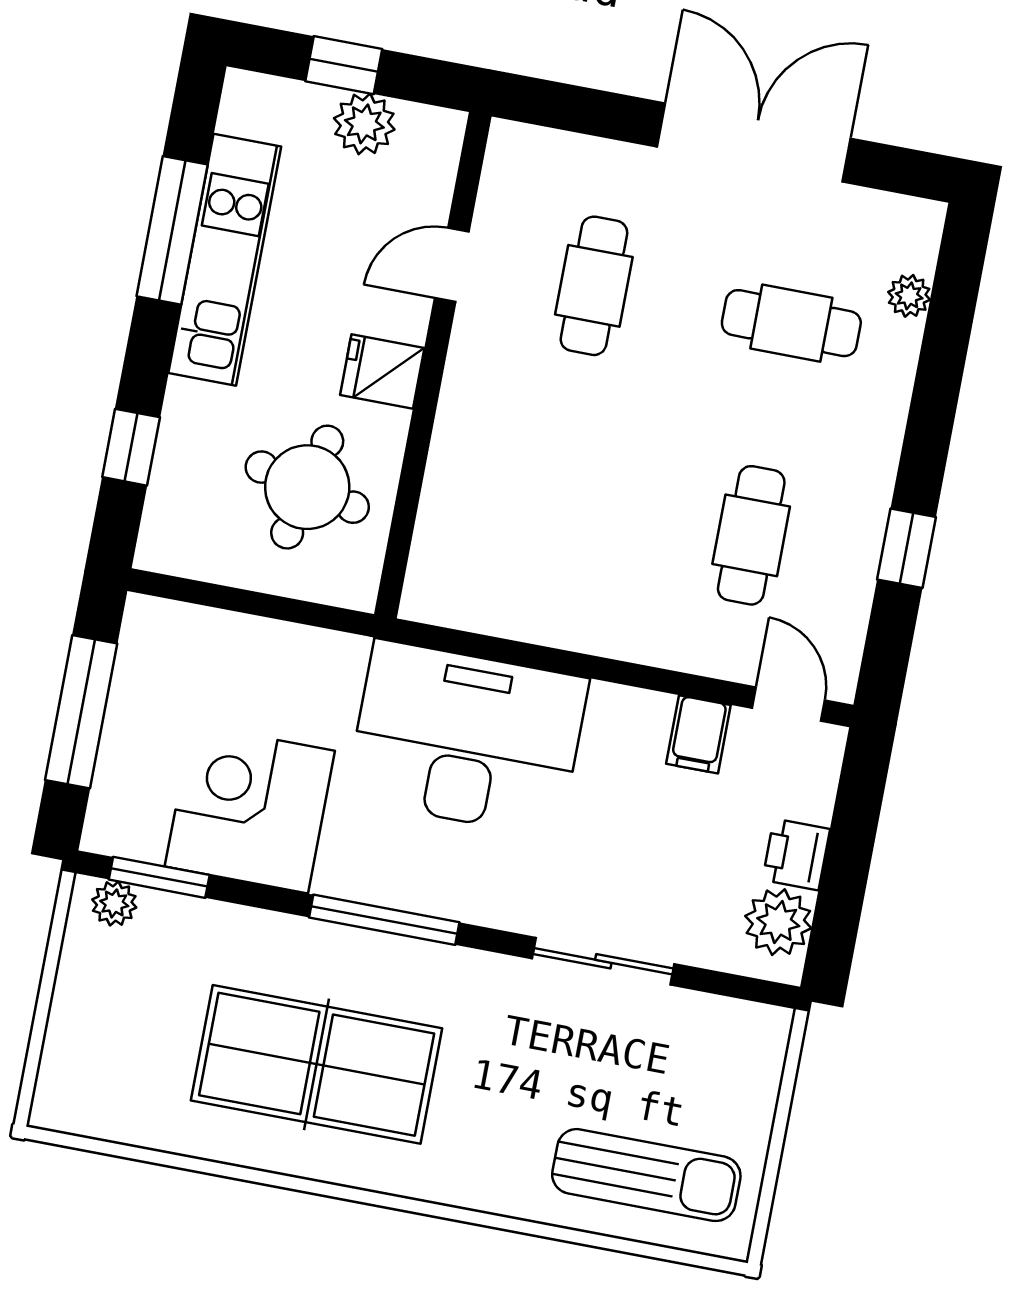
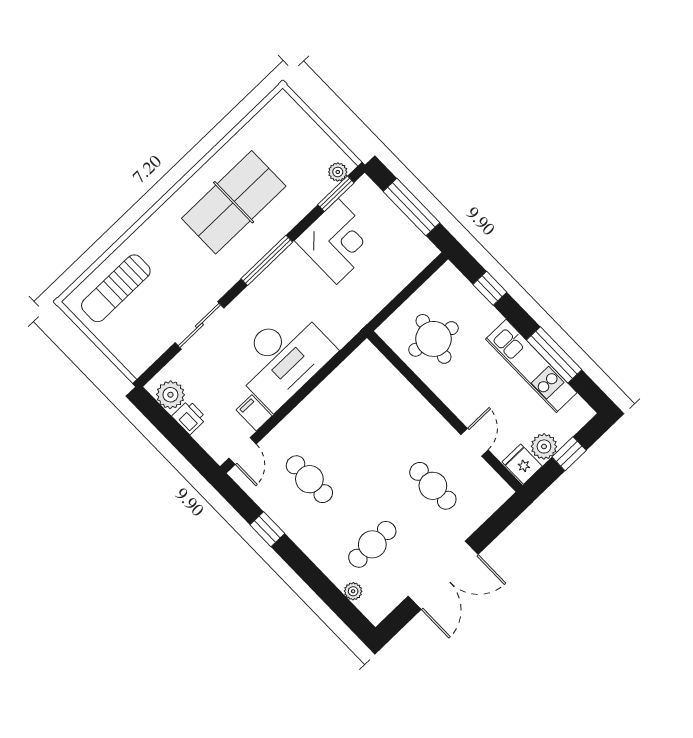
fridge: (382, 372) -> (522, 464), moved, turned -90
door: (789, 704) -> (243, 451), hinge flipped
desk: (467, 739) -> (283, 358), moved

